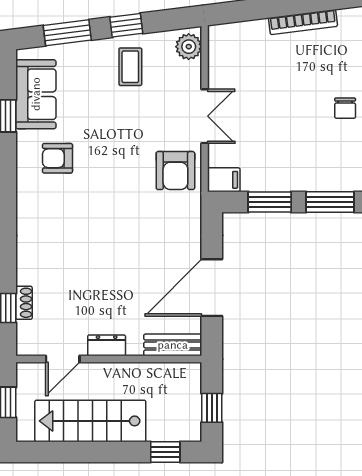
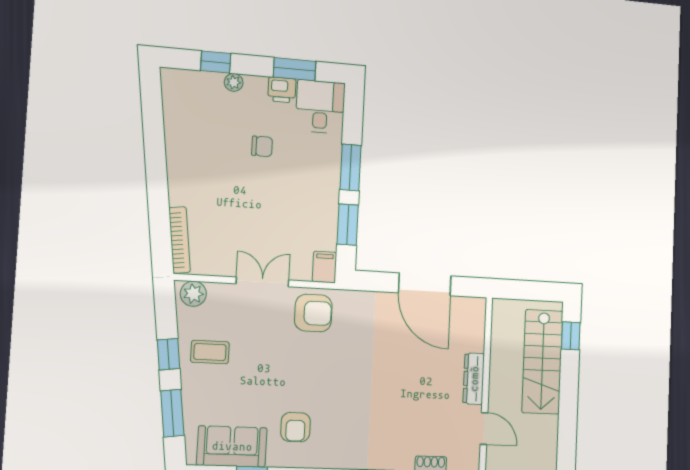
bookcase: (303, 22) -> (180, 240), moved
dresser: (107, 345) -> (474, 379), width x1.44
bench: (173, 345) -> (476, 324), removed
window: (212, 408) -> (533, 291), removed
stairs: (90, 421) -> (542, 362), moved

